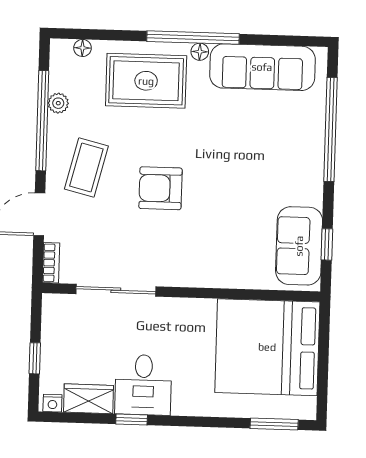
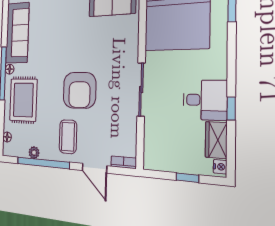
coffee table: (86, 168) -> (68, 137), turned 76
armchair: (160, 188) -> (79, 90), width x1.36, depth x1.36
sliding door: (116, 290) -> (141, 90), moved

